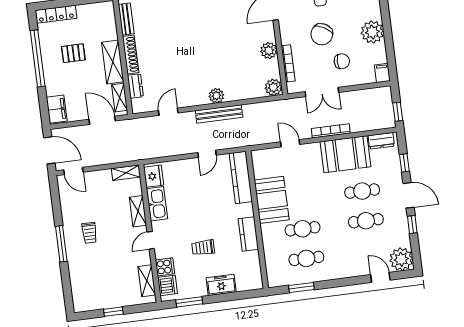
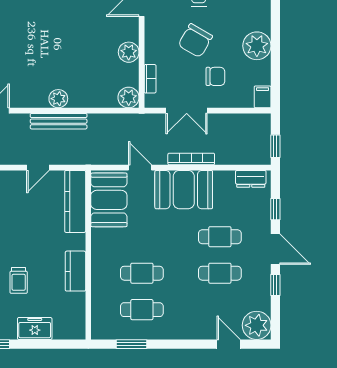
bookcase: (288, 63) -> (150, 79), width x0.64
booth: (346, 154) -> (184, 190), moved
booth: (272, 200) -> (109, 200), moved
trolley: (203, 248) -> (19, 280), turned -90

